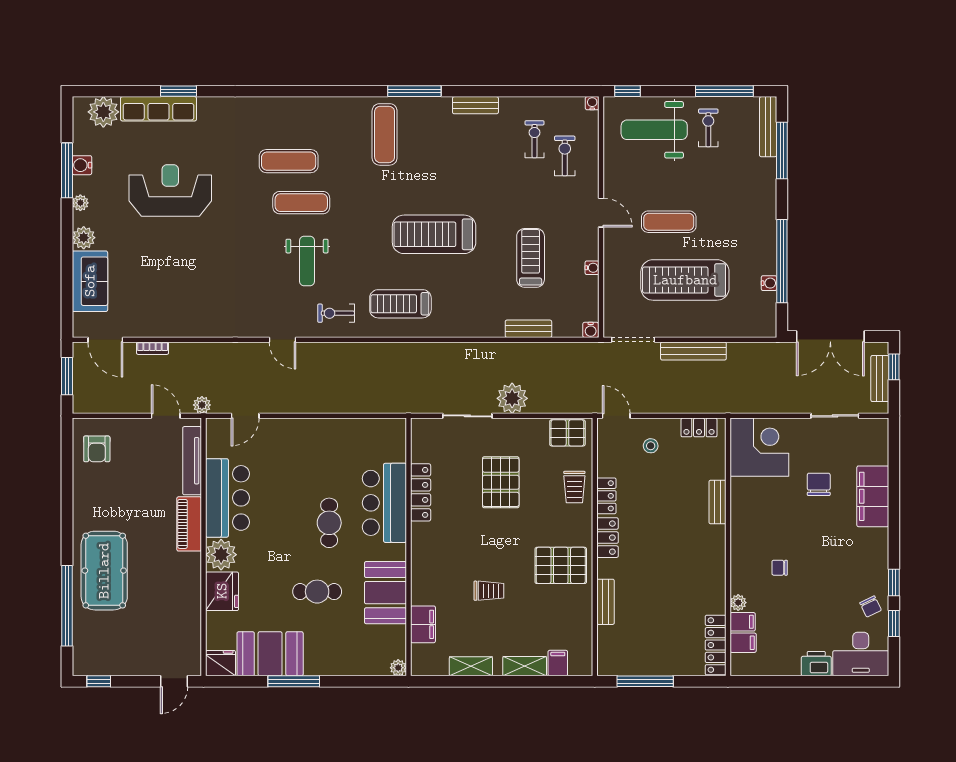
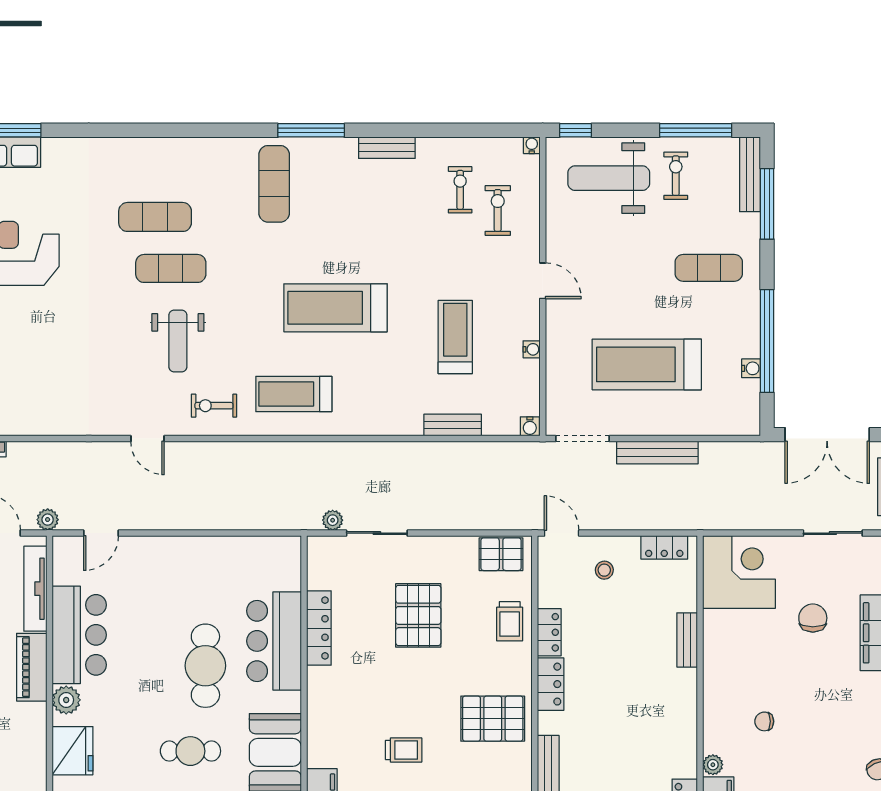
exercise mat: (669, 222) -> (709, 268), moved
plant: (512, 398) -> (333, 520), moved, width x0.53, depth x0.53
cafe table: (329, 523) -> (205, 666), width x1.37, depth x1.35
plant: (221, 555) -> (66, 700), width x0.73, depth x0.73

